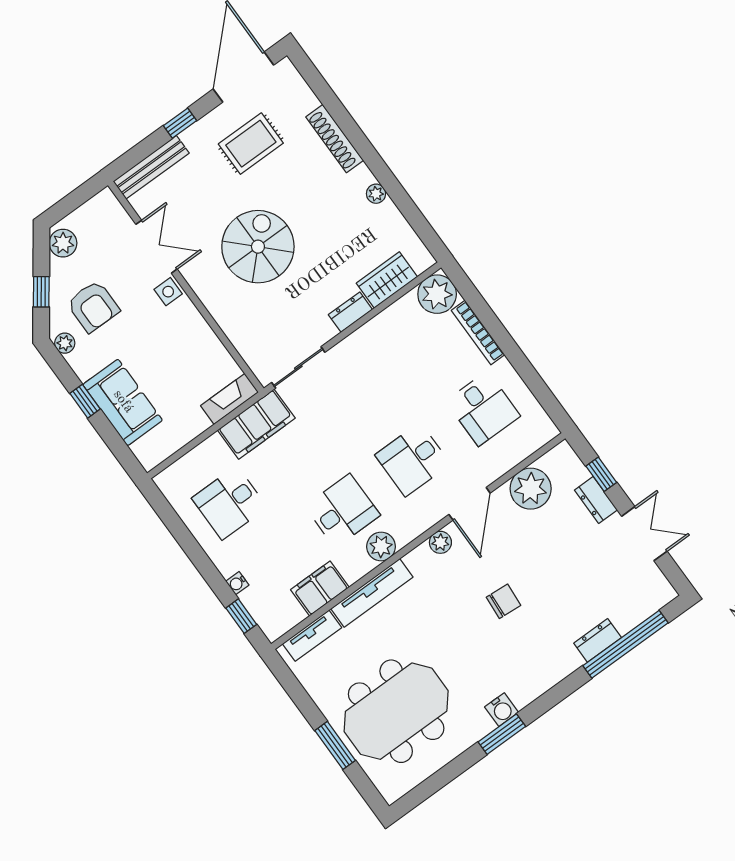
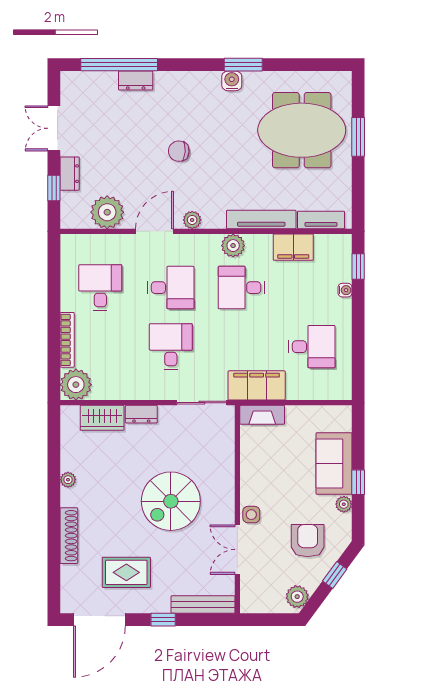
plant: (65, 343) -> (344, 504), moved
desk: (370, 401) -> (171, 347), added

